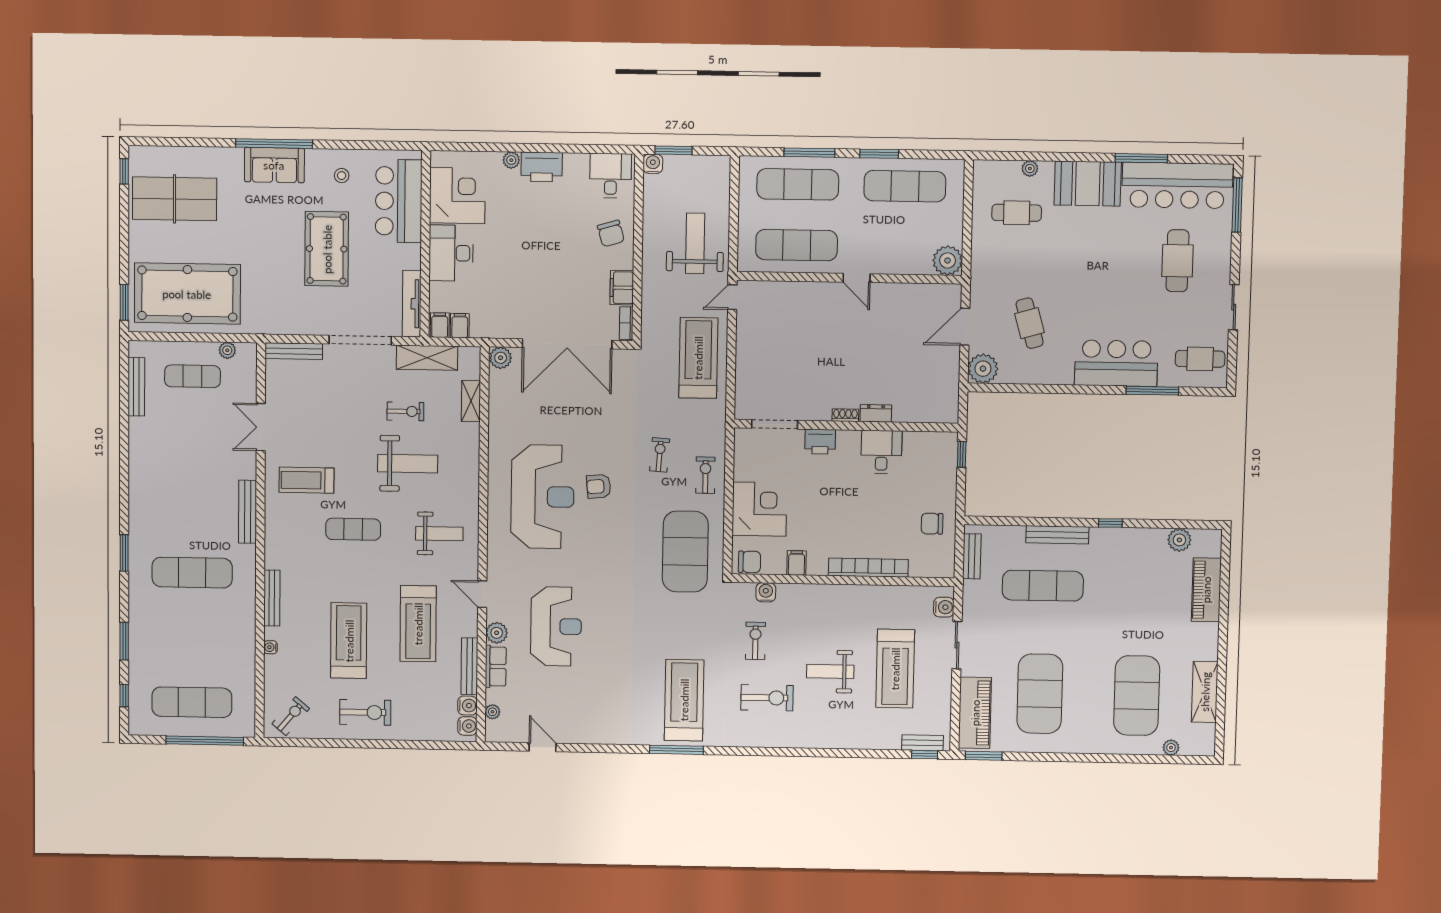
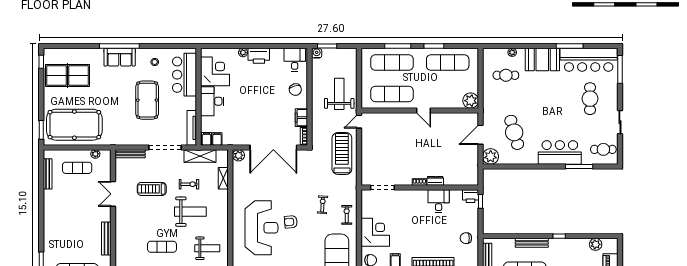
cafe table: (1030, 323) -> (514, 132), width x1.37, depth x1.35
printer: (820, 442) -> (471, 196), moved
treadmill: (307, 480) -> (152, 189), moved

